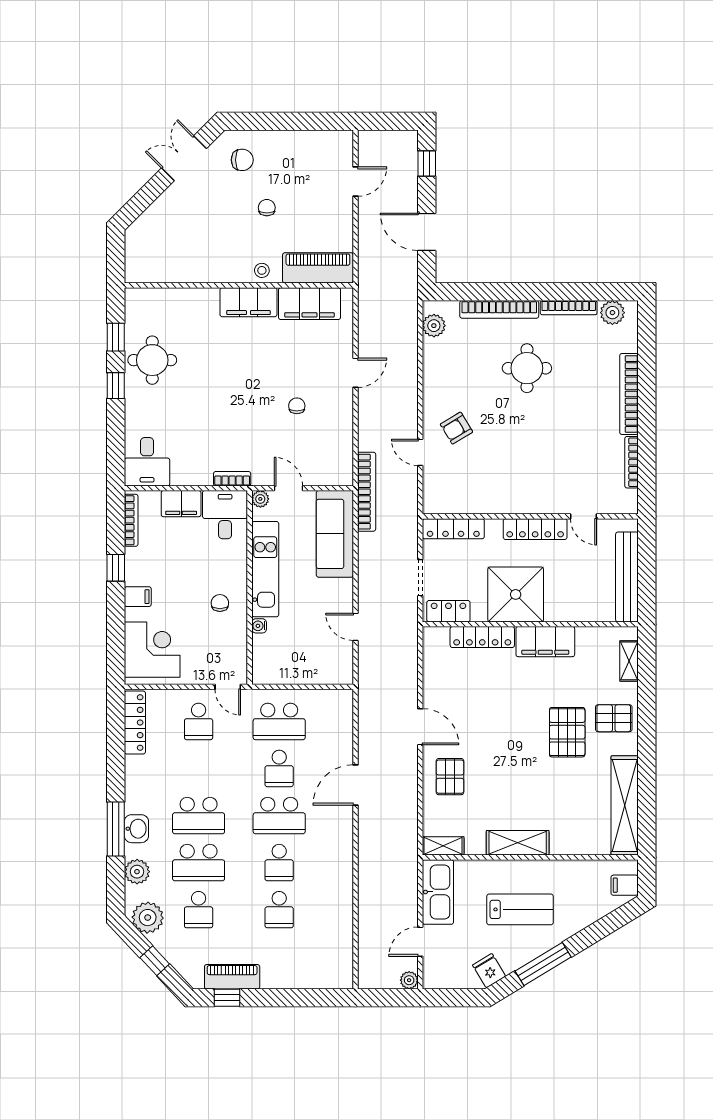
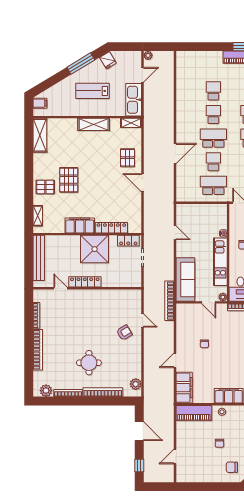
filing cabinet: (310, 304) -> (184, 388), moved, turned 90
locker: (453, 529) -> (126, 282), removed
shelving: (625, 805) -> (40, 135), width x0.68

